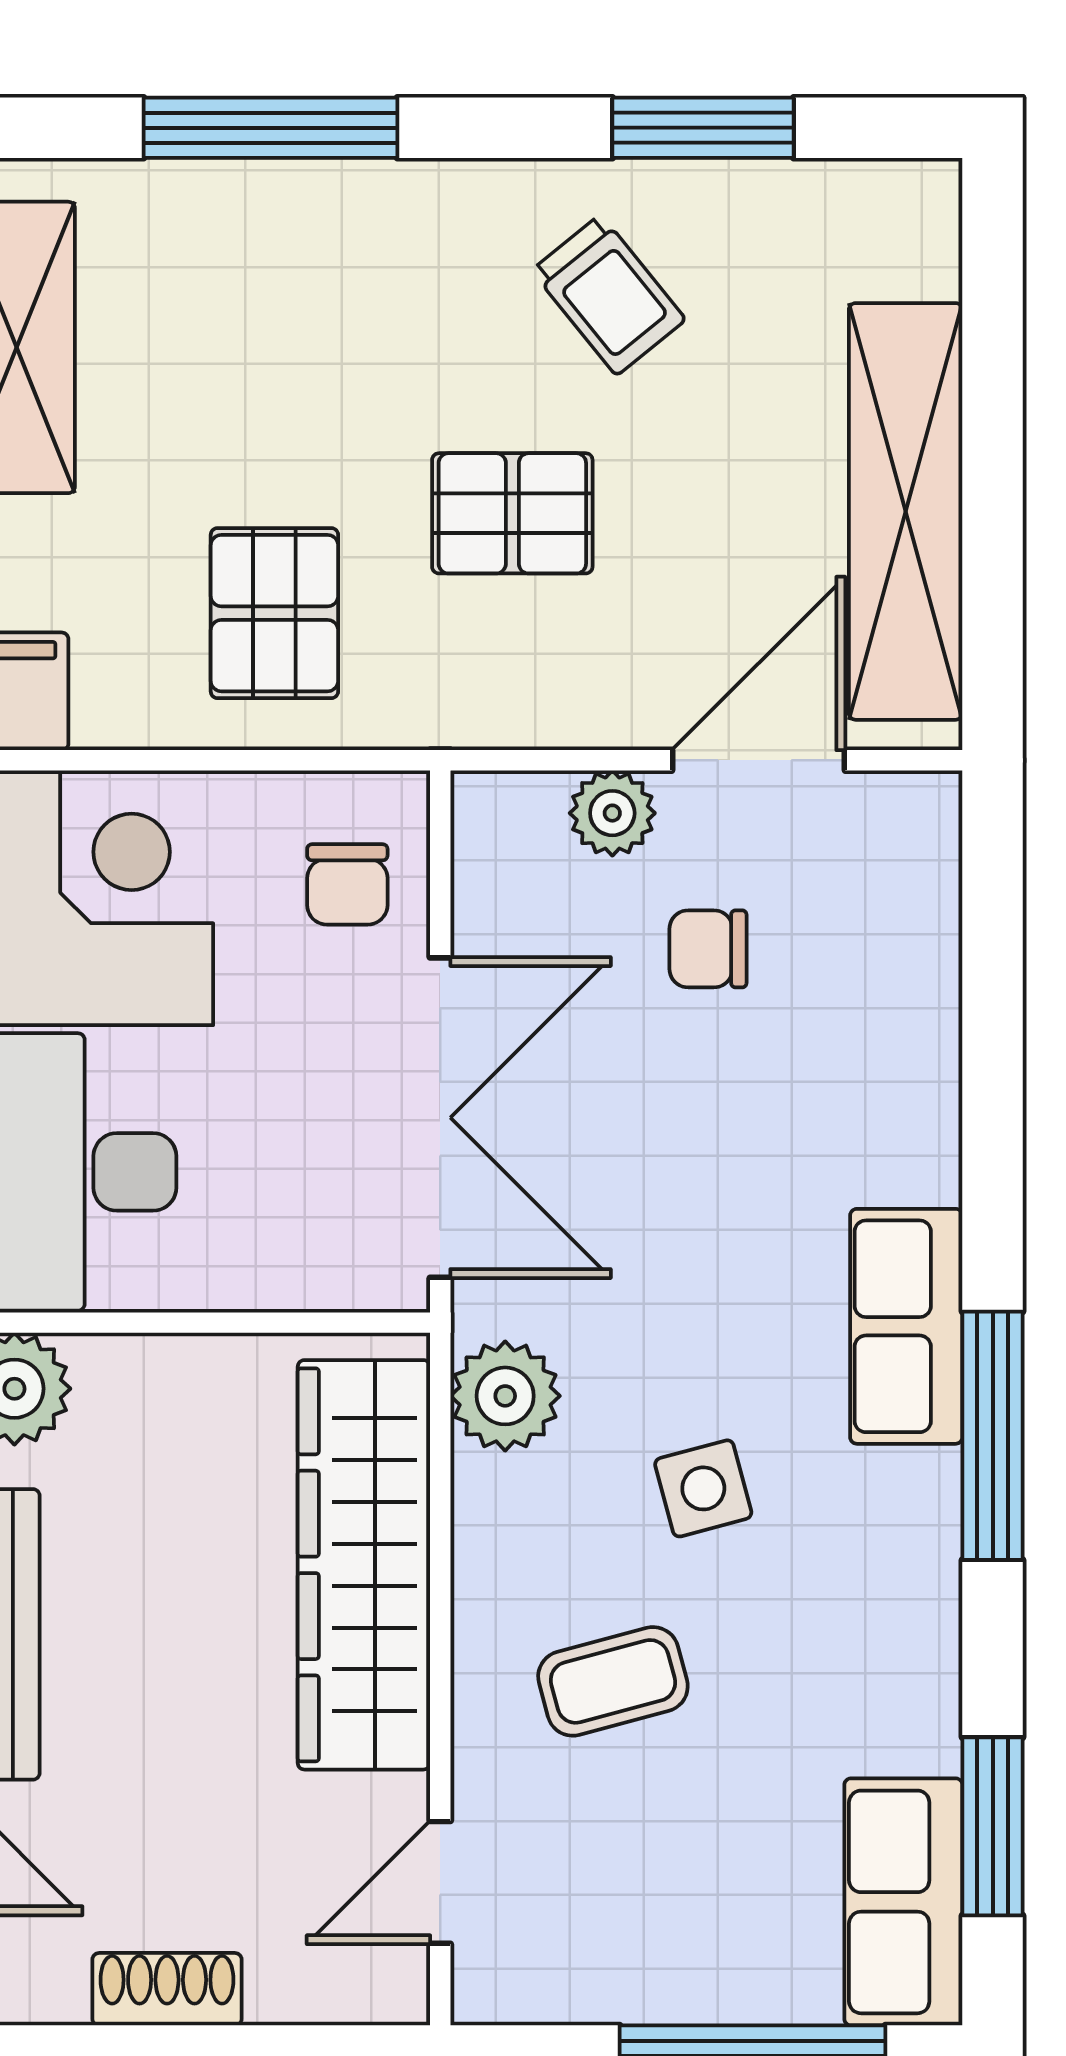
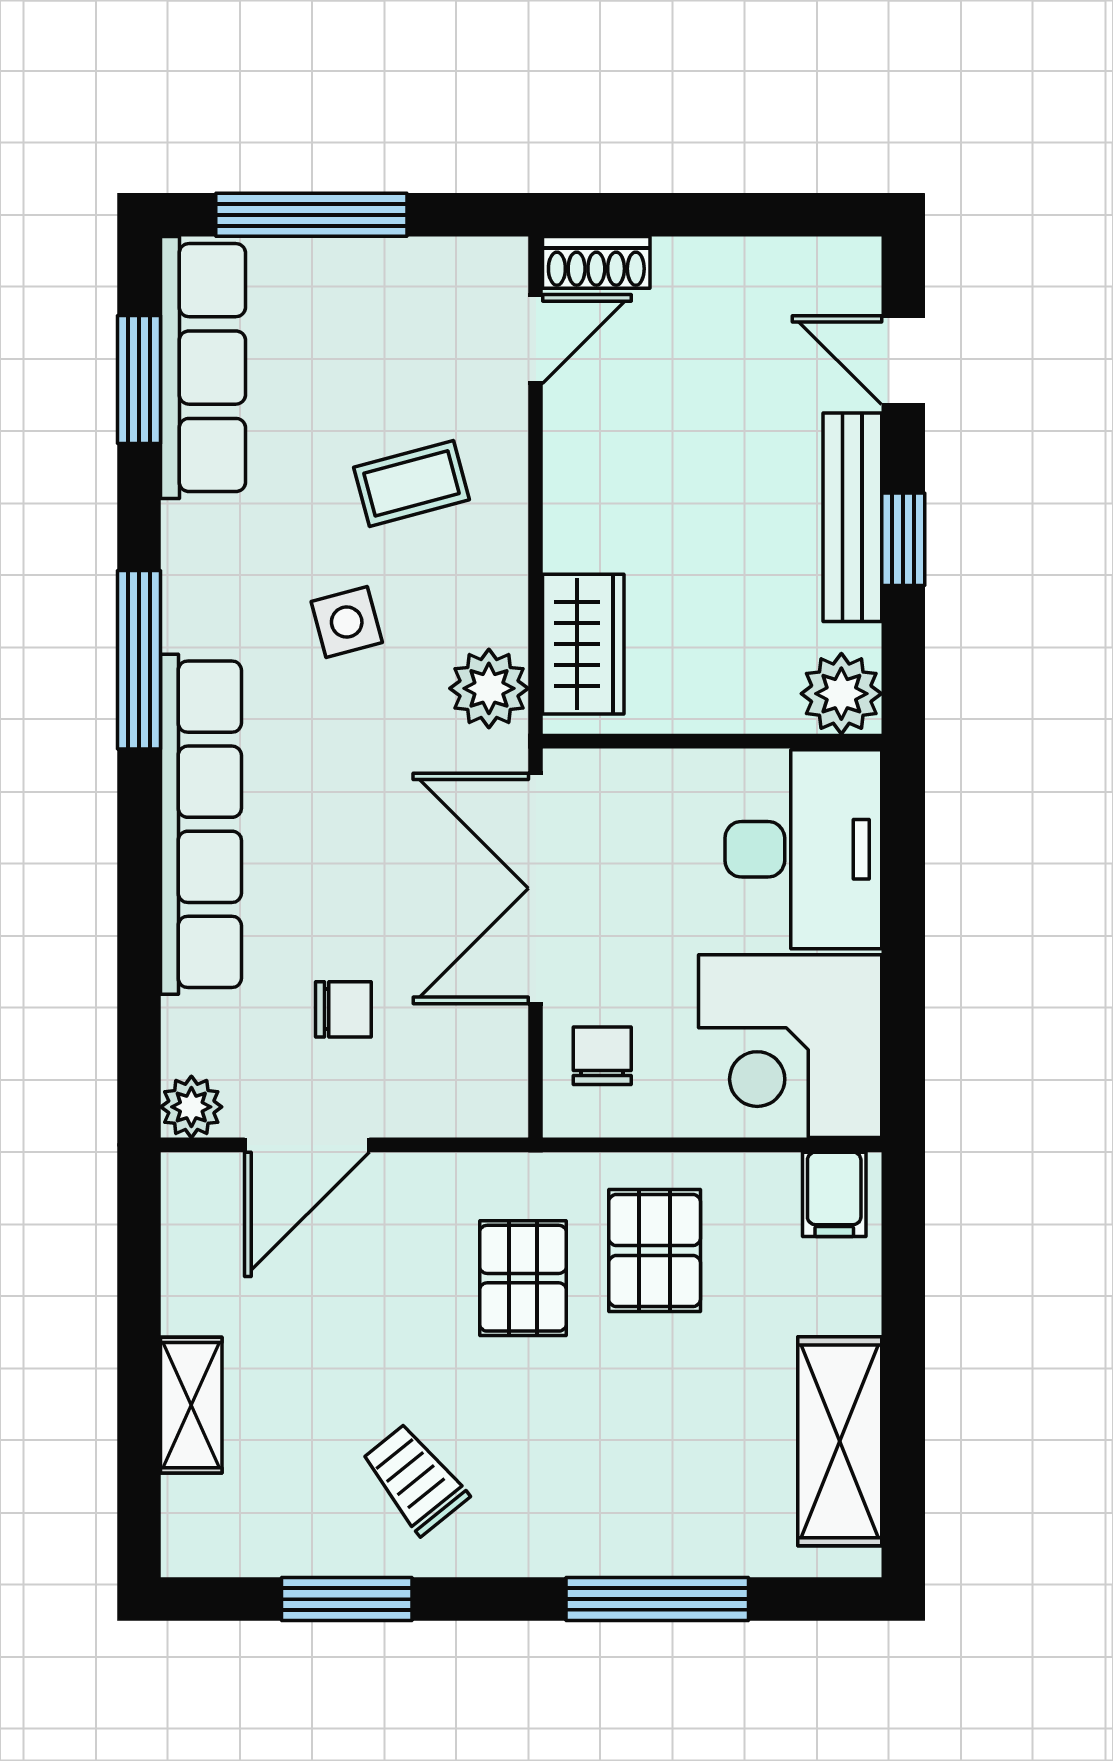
shelving: (906, 511) -> (191, 1405), width x0.45, depth x0.75
pallet: (512, 513) -> (523, 1278), moved, turned 90
plant: (612, 813) -> (191, 1107), moved
row of seats: (906, 1326) -> (201, 824), width x2.02
wardrobe: (364, 1565) -> (583, 644), width x0.48, depth x0.85
row of seats: (903, 1902) -> (203, 368), width x1.48
shoe rack: (167, 1989) -> (596, 262), moved

